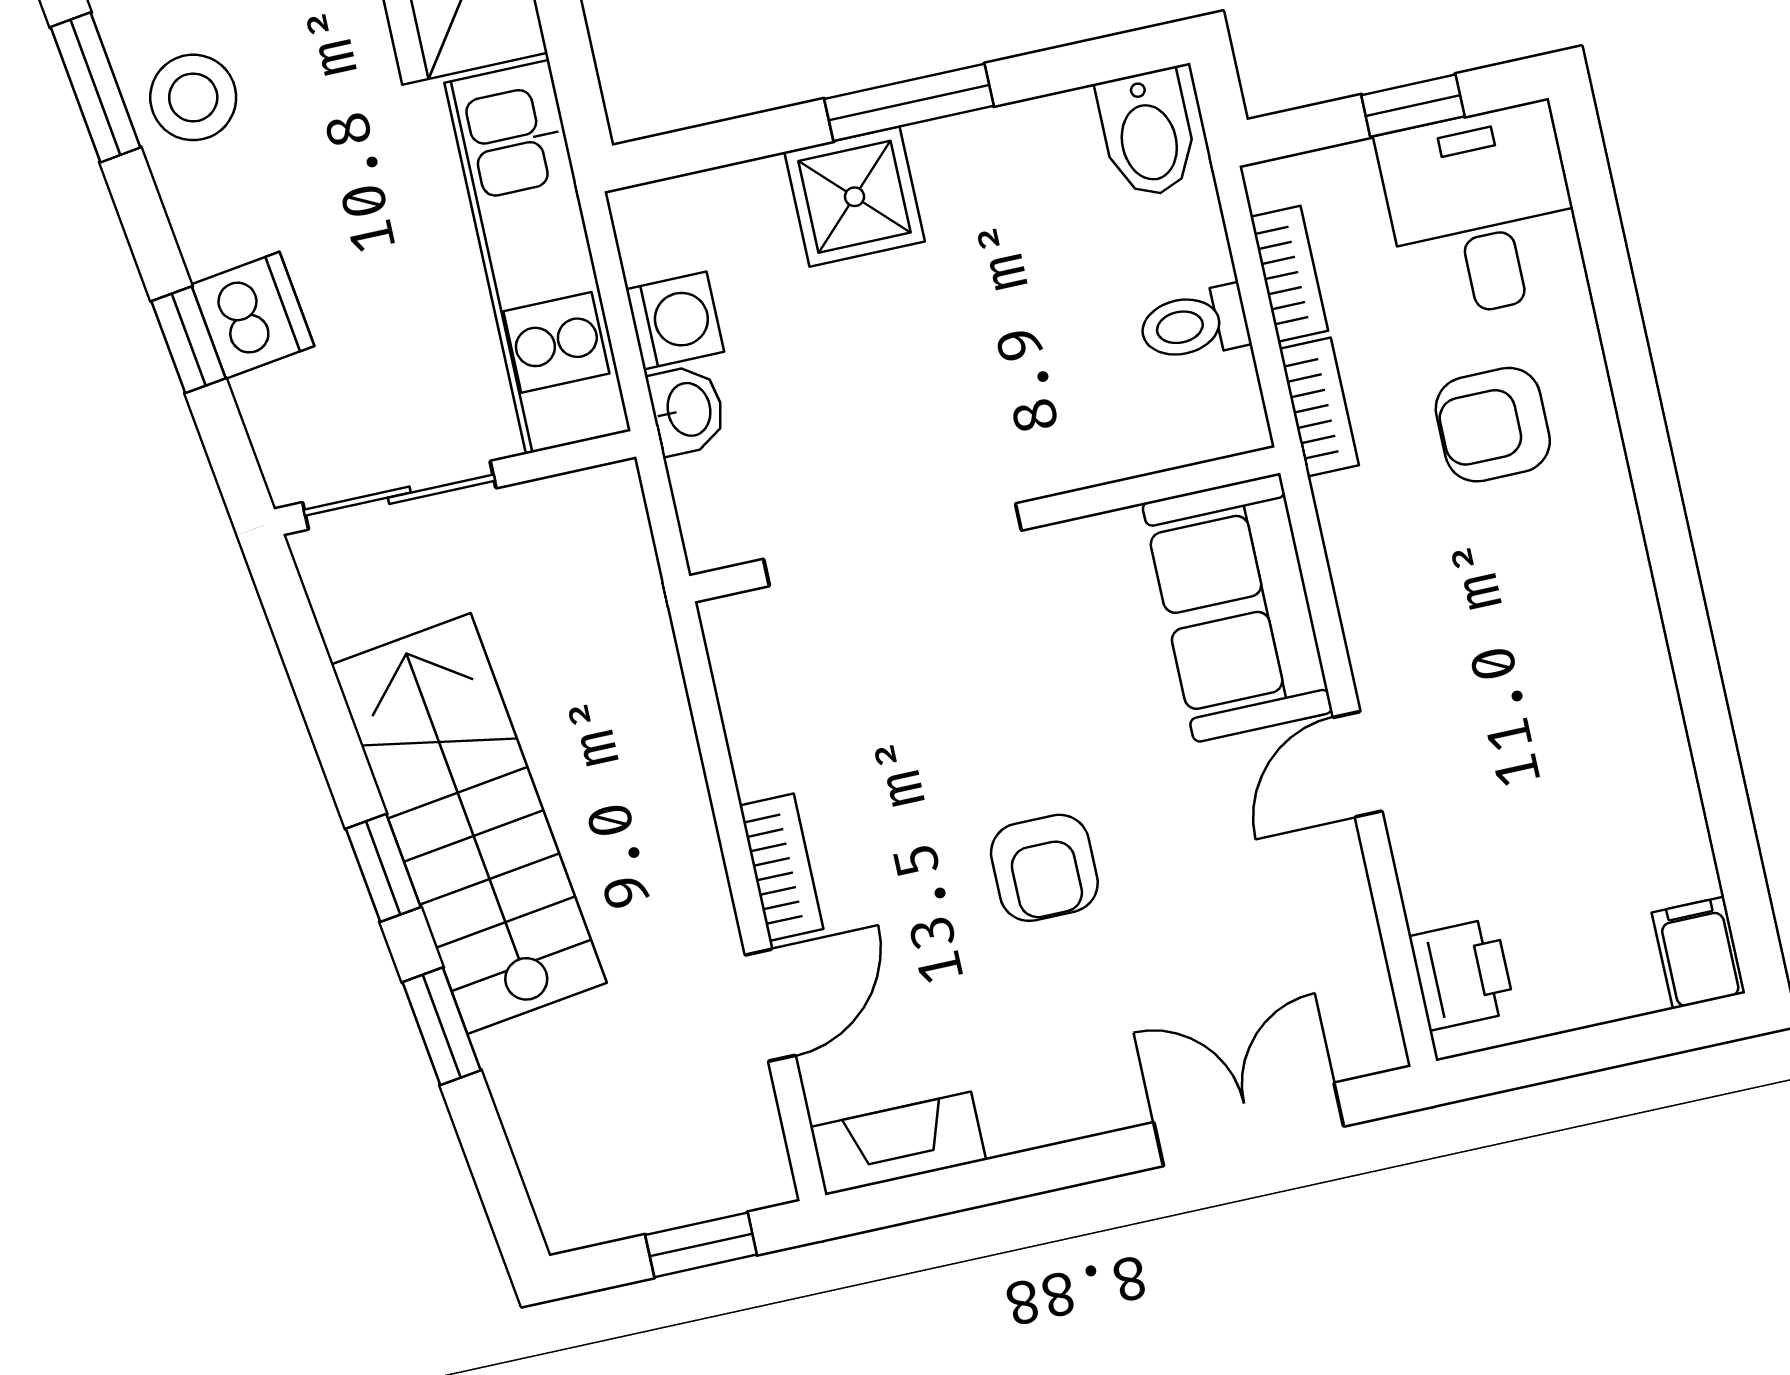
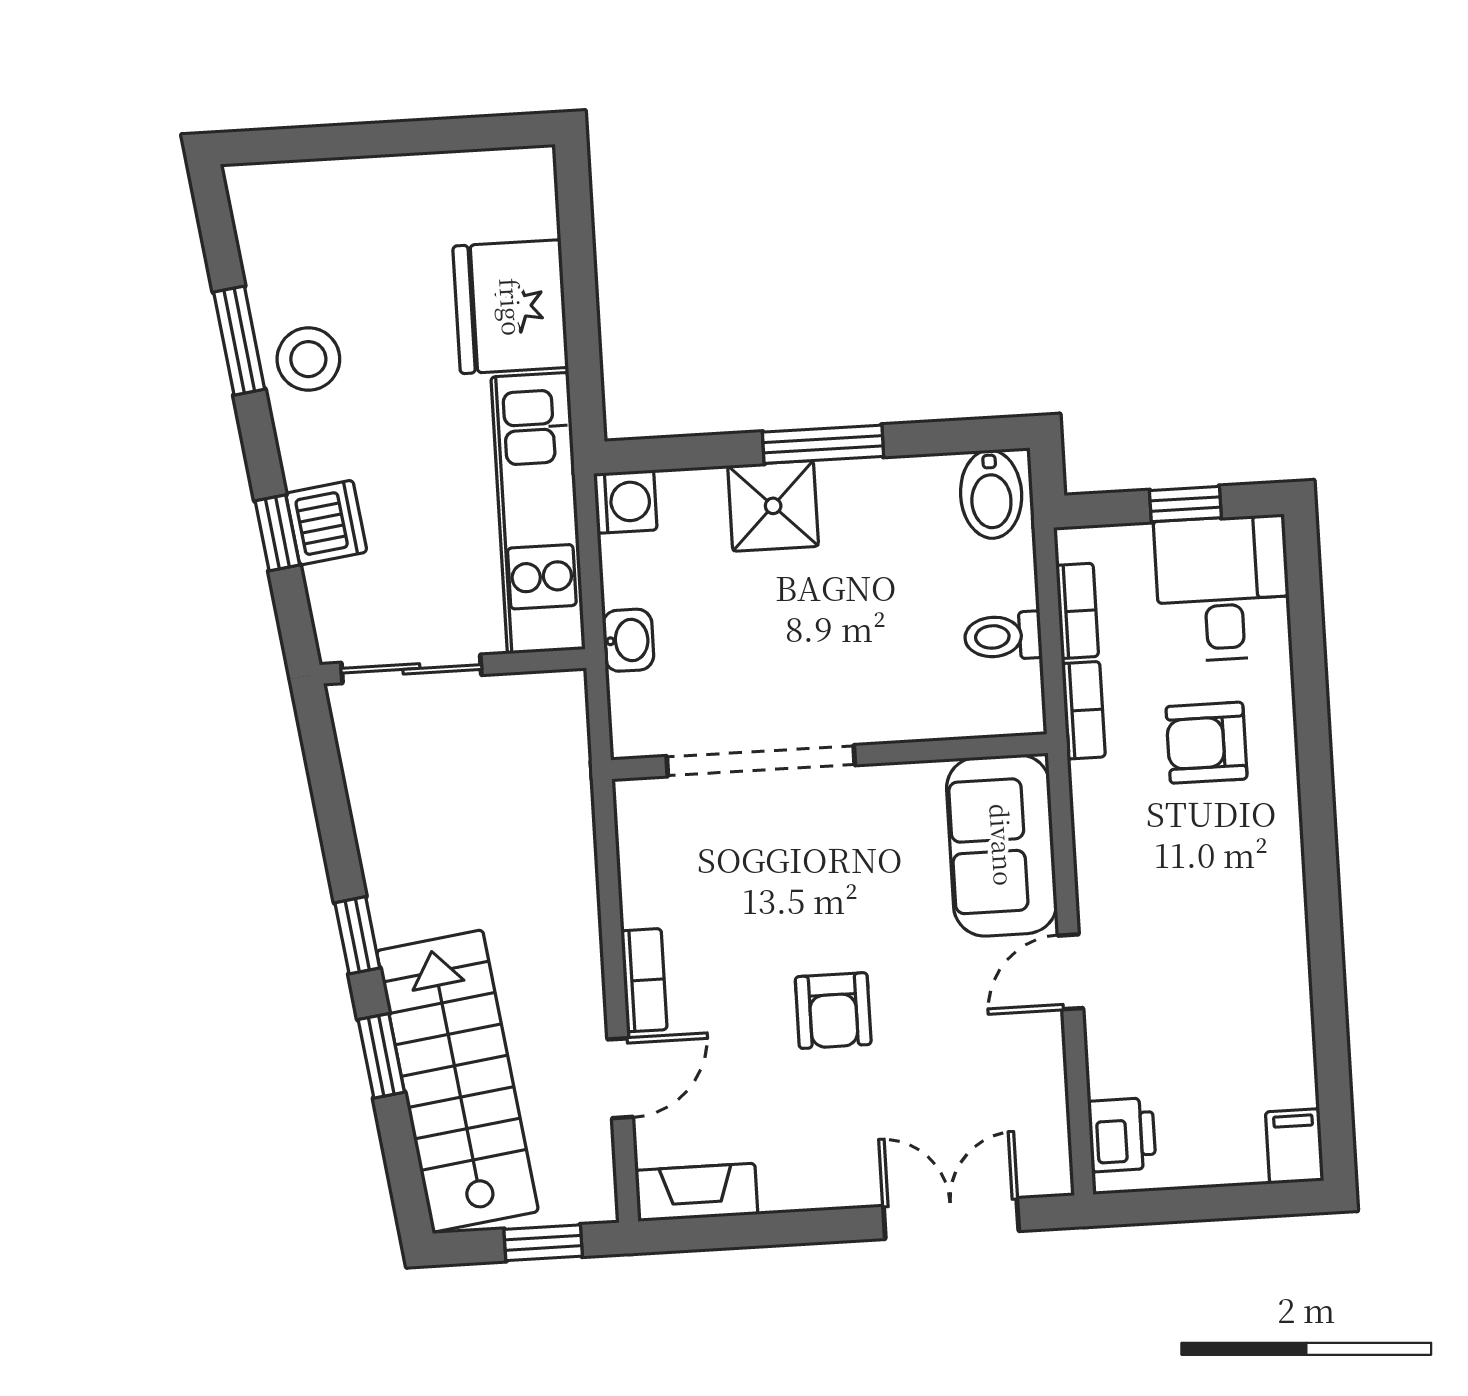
washing machine: (675, 321) -> (625, 502), moved
stairs: (469, 824) -> (457, 1081), moved

